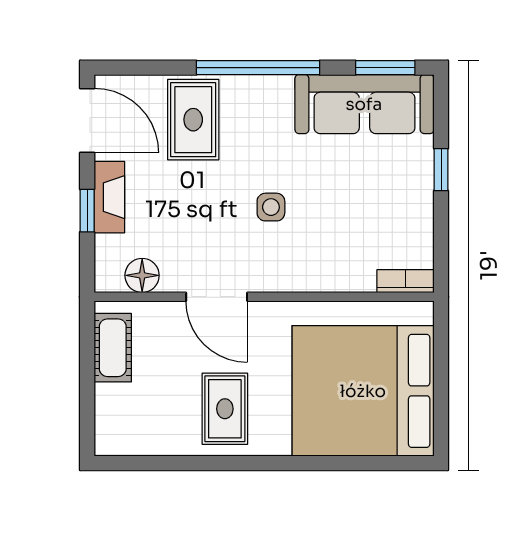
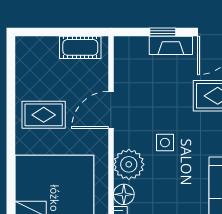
plant: (307, 267) -> (129, 164), added
floor lamp: (142, 275) -> (124, 194), moved

